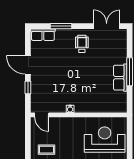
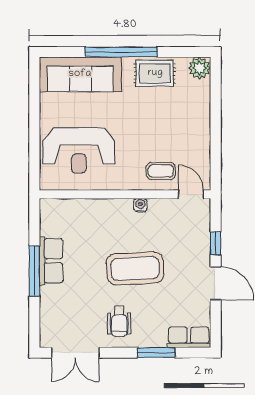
coffee table: (73, 73) -> (135, 268), added
coffee table: (47, 150) -> (161, 171), moved

